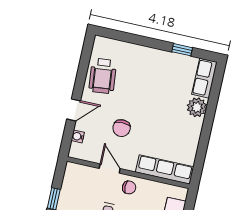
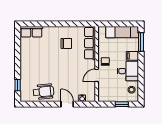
window: (182, 50) -> (18, 85), moved
plant: (197, 107) -> (49, 32), removed
chair: (122, 128) -> (66, 43), moved

